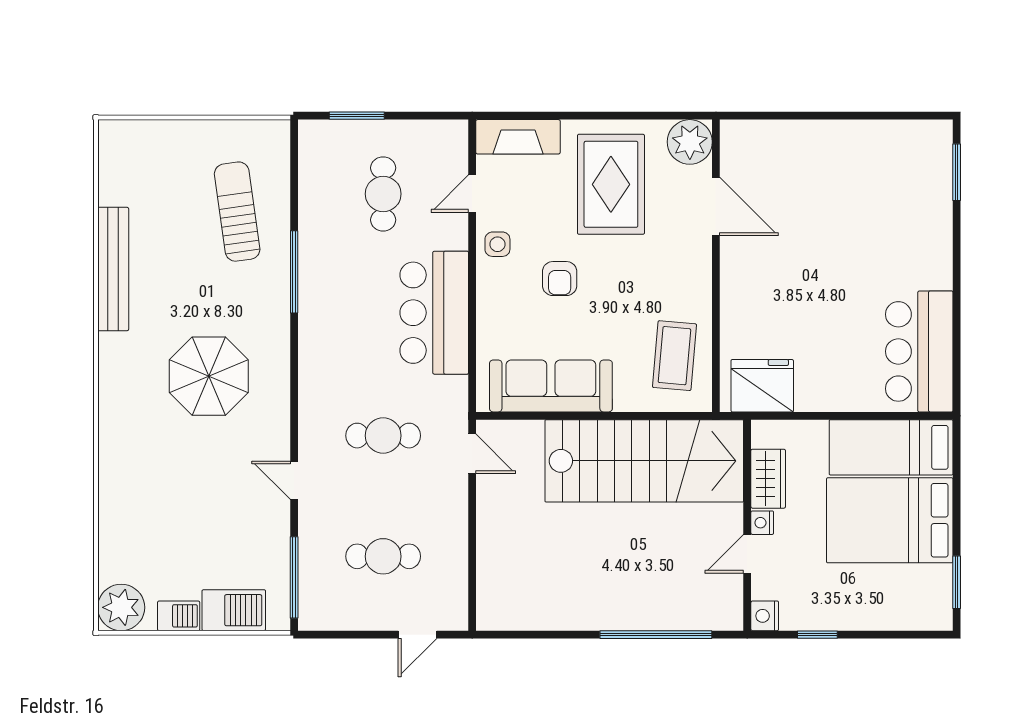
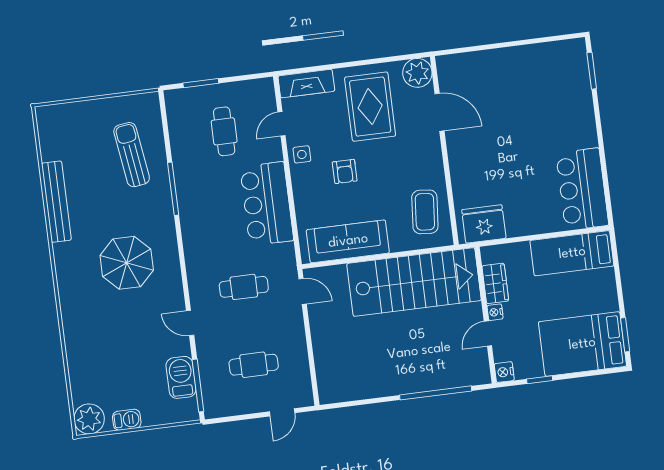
bed: (890, 520) -> (582, 344), moved
barbecue: (234, 610) -> (181, 377), moved, turned -90

